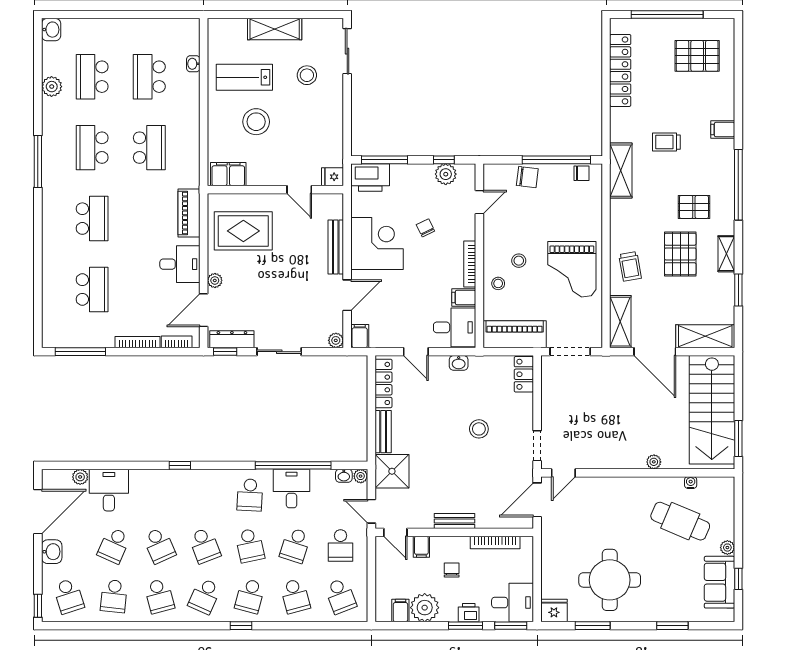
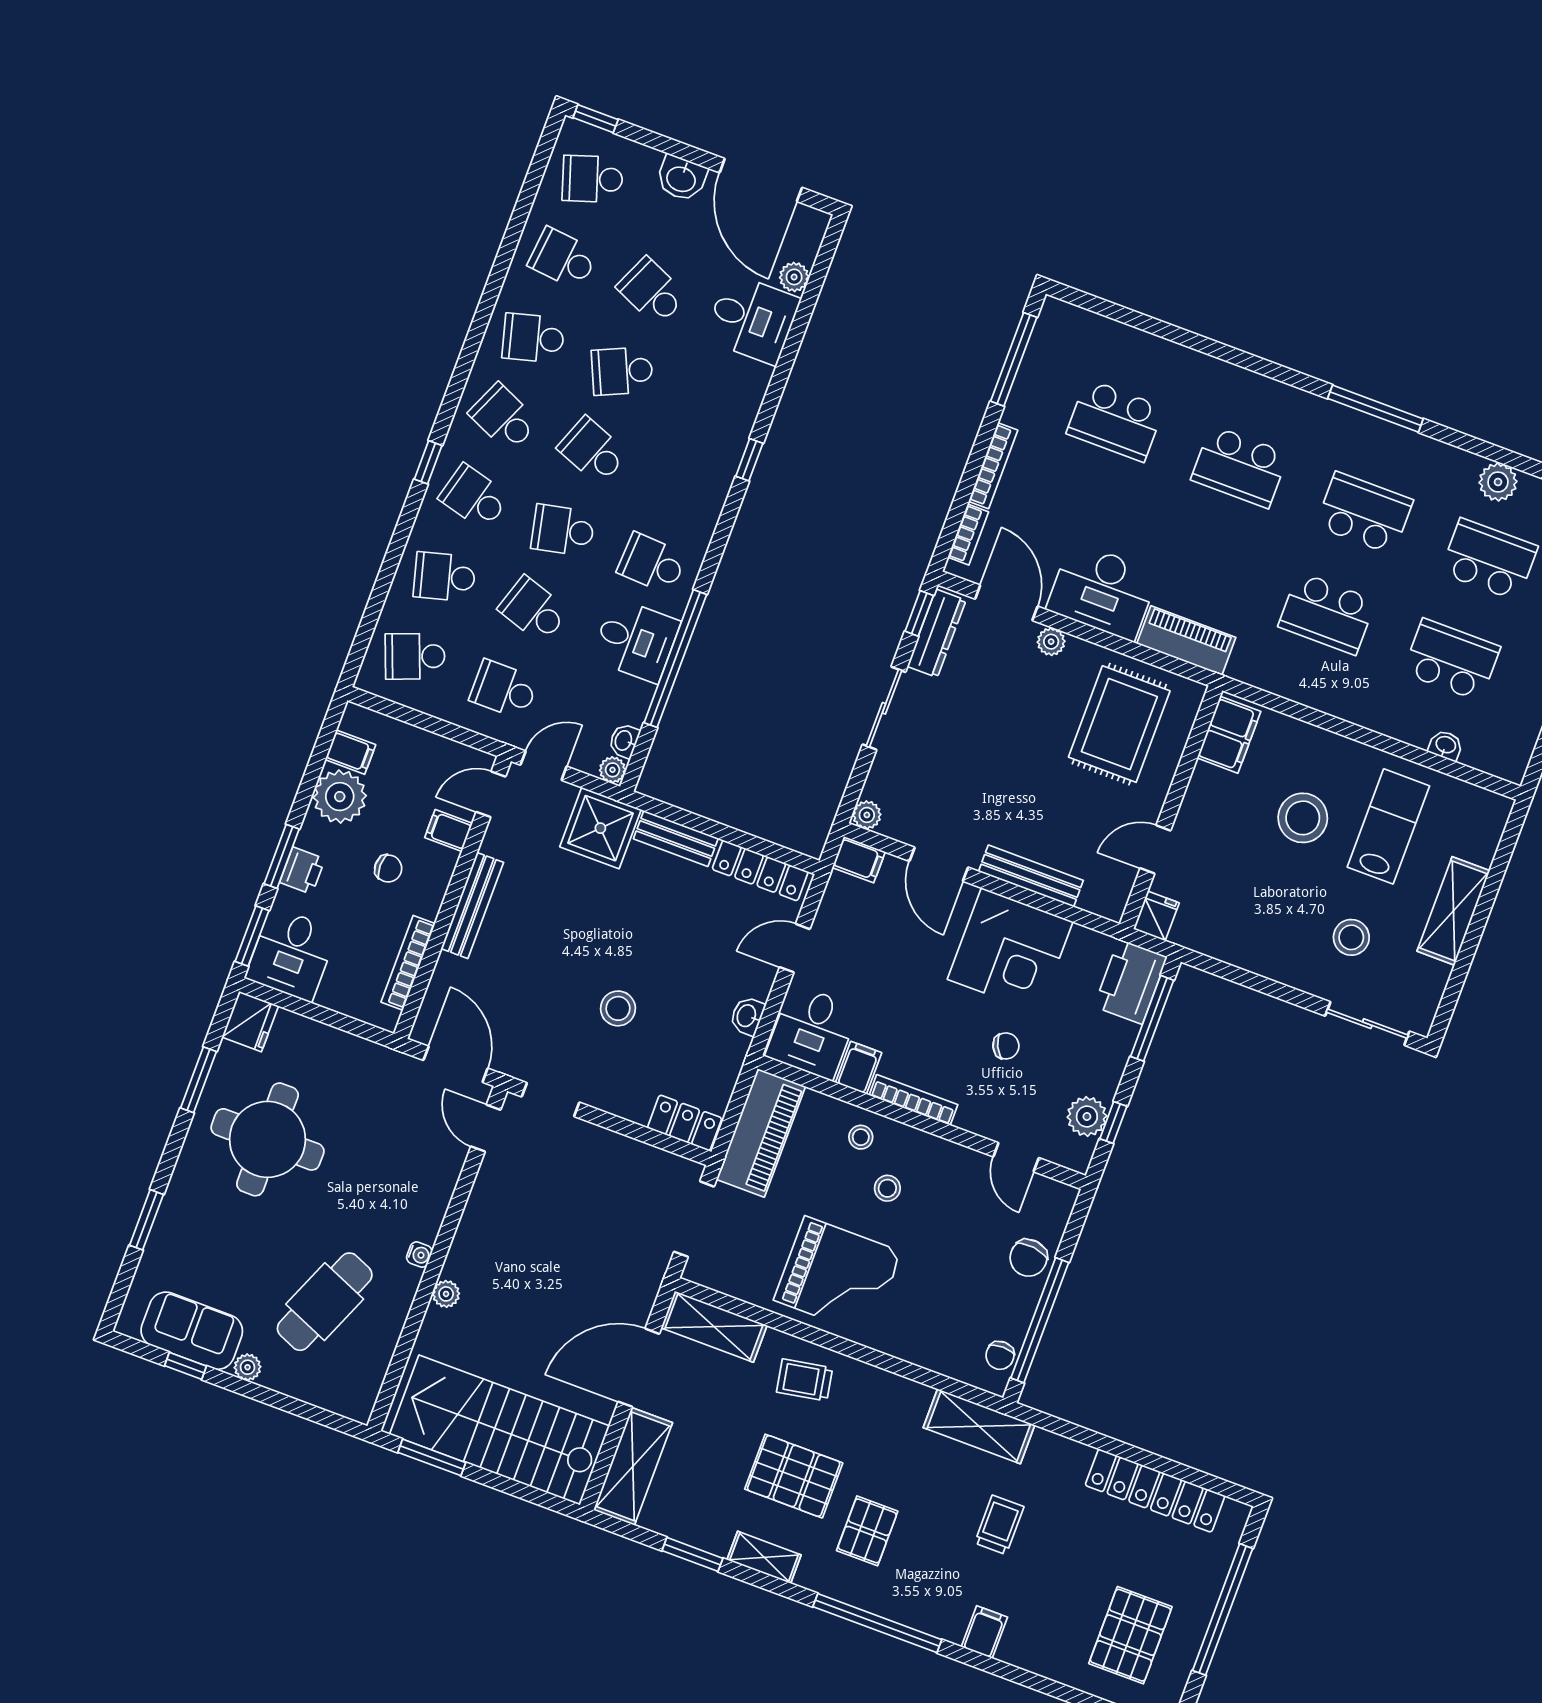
desk: (180, 264) -> (1103, 591), width x1.37
grand piano: (572, 269) -> (838, 1276), turned 180
water cooler: (691, 483) -> (419, 1255), moved
bench: (455, 521) -> (472, 905), width x1.36
school desk: (205, 545) -> (593, 451), turned 42

